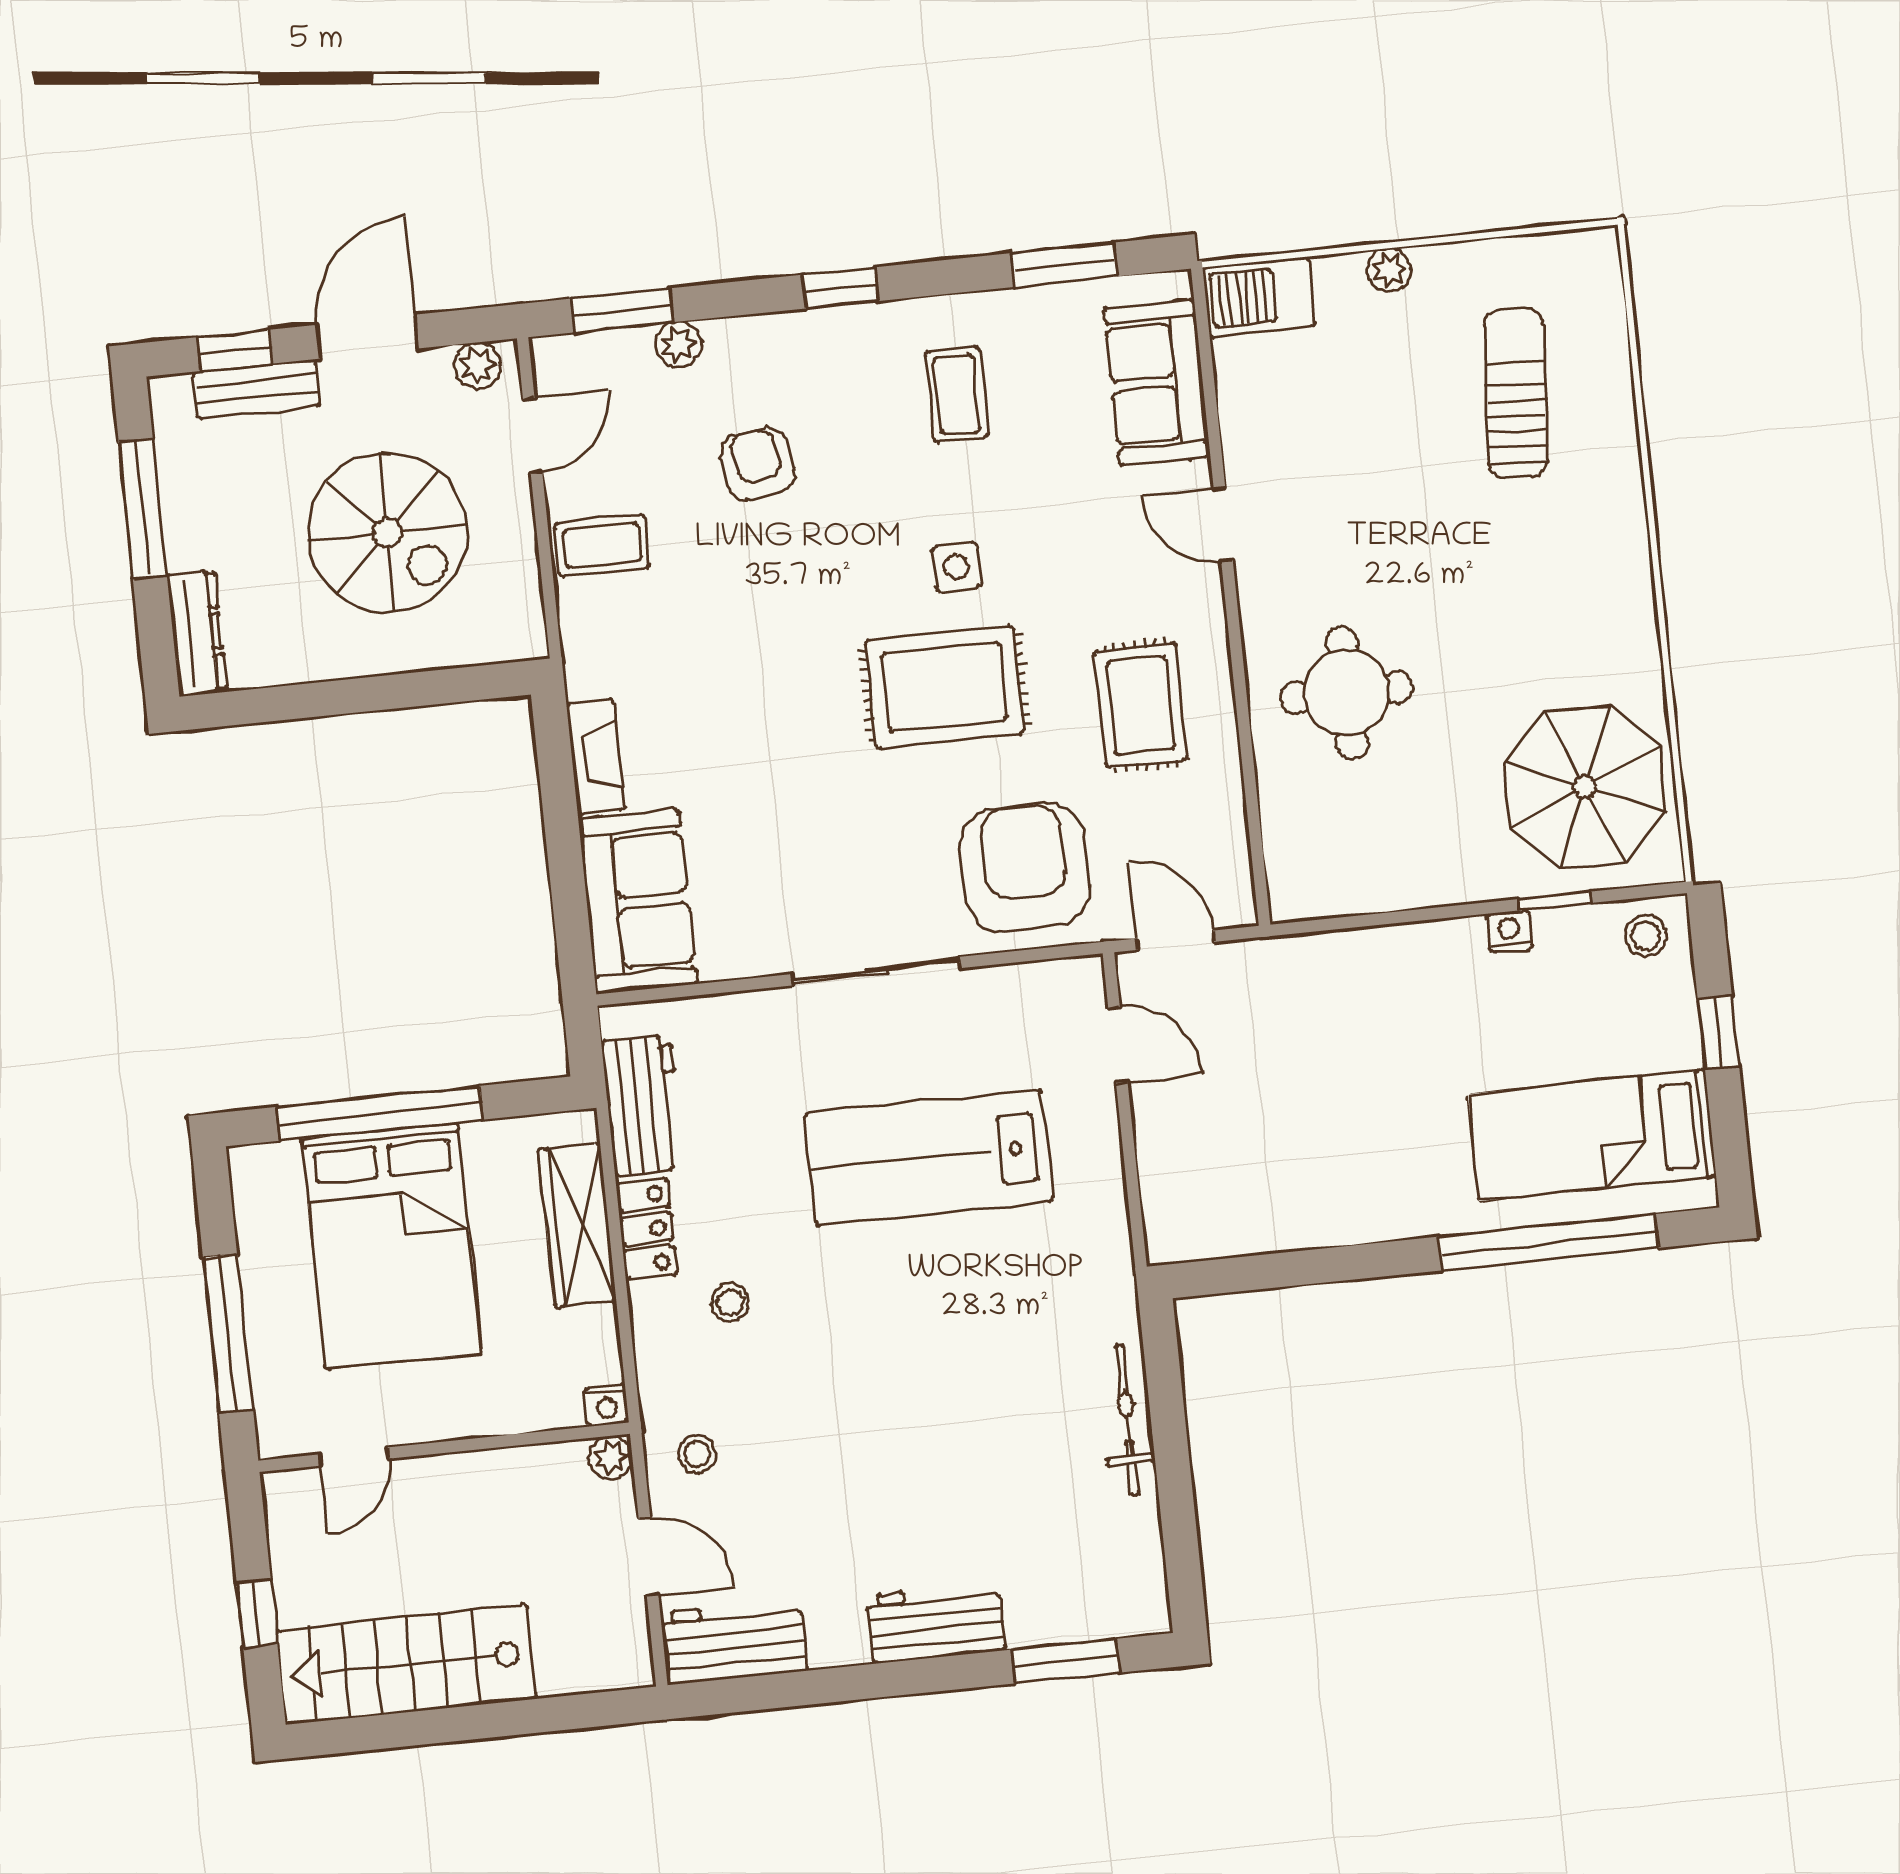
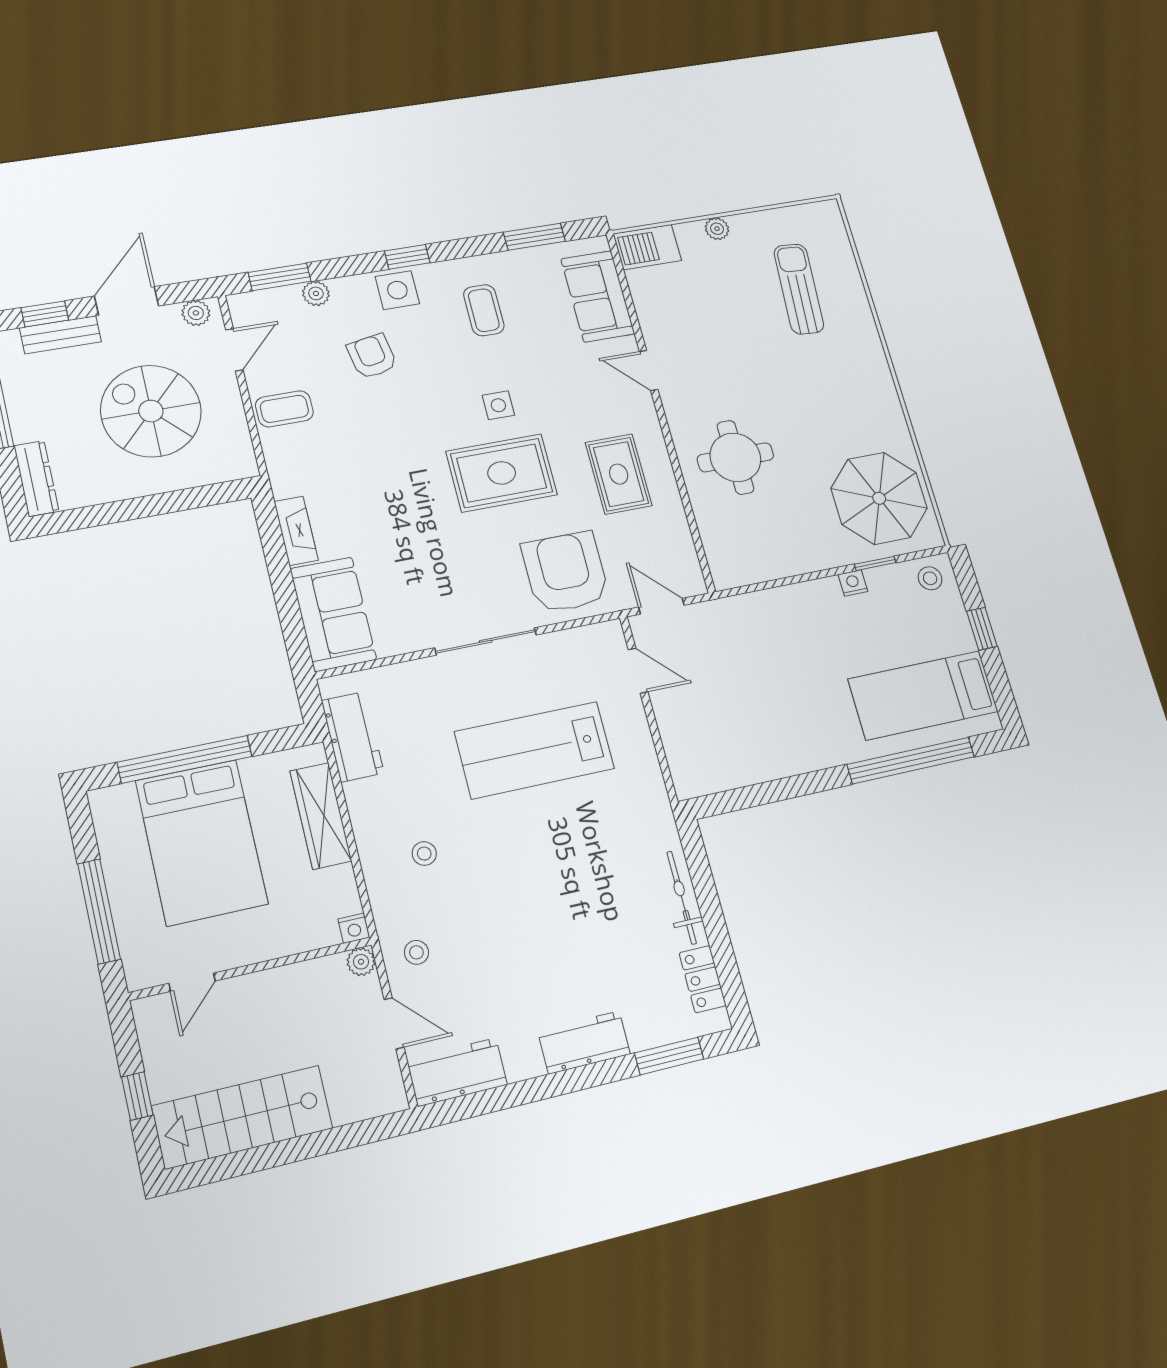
side table: (816, 348) -> (397, 290), added
spiral stairs: (387, 532) -> (151, 411), turned 180
locker: (646, 1229) -> (703, 979), moved, turned 180

